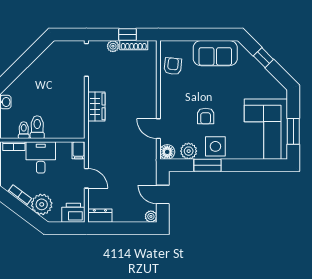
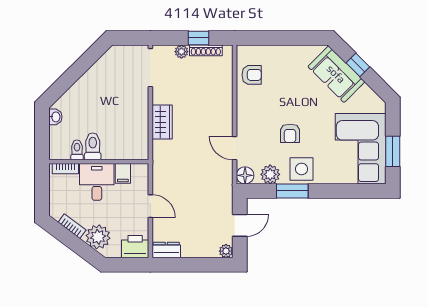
sofa: (215, 53) -> (336, 74), moved, turned 45
armchair: (173, 66) -> (252, 75), turned 84
filing cabinet: (79, 150) -> (123, 173), moved
door: (163, 195) -> (240, 225), swing flipped

